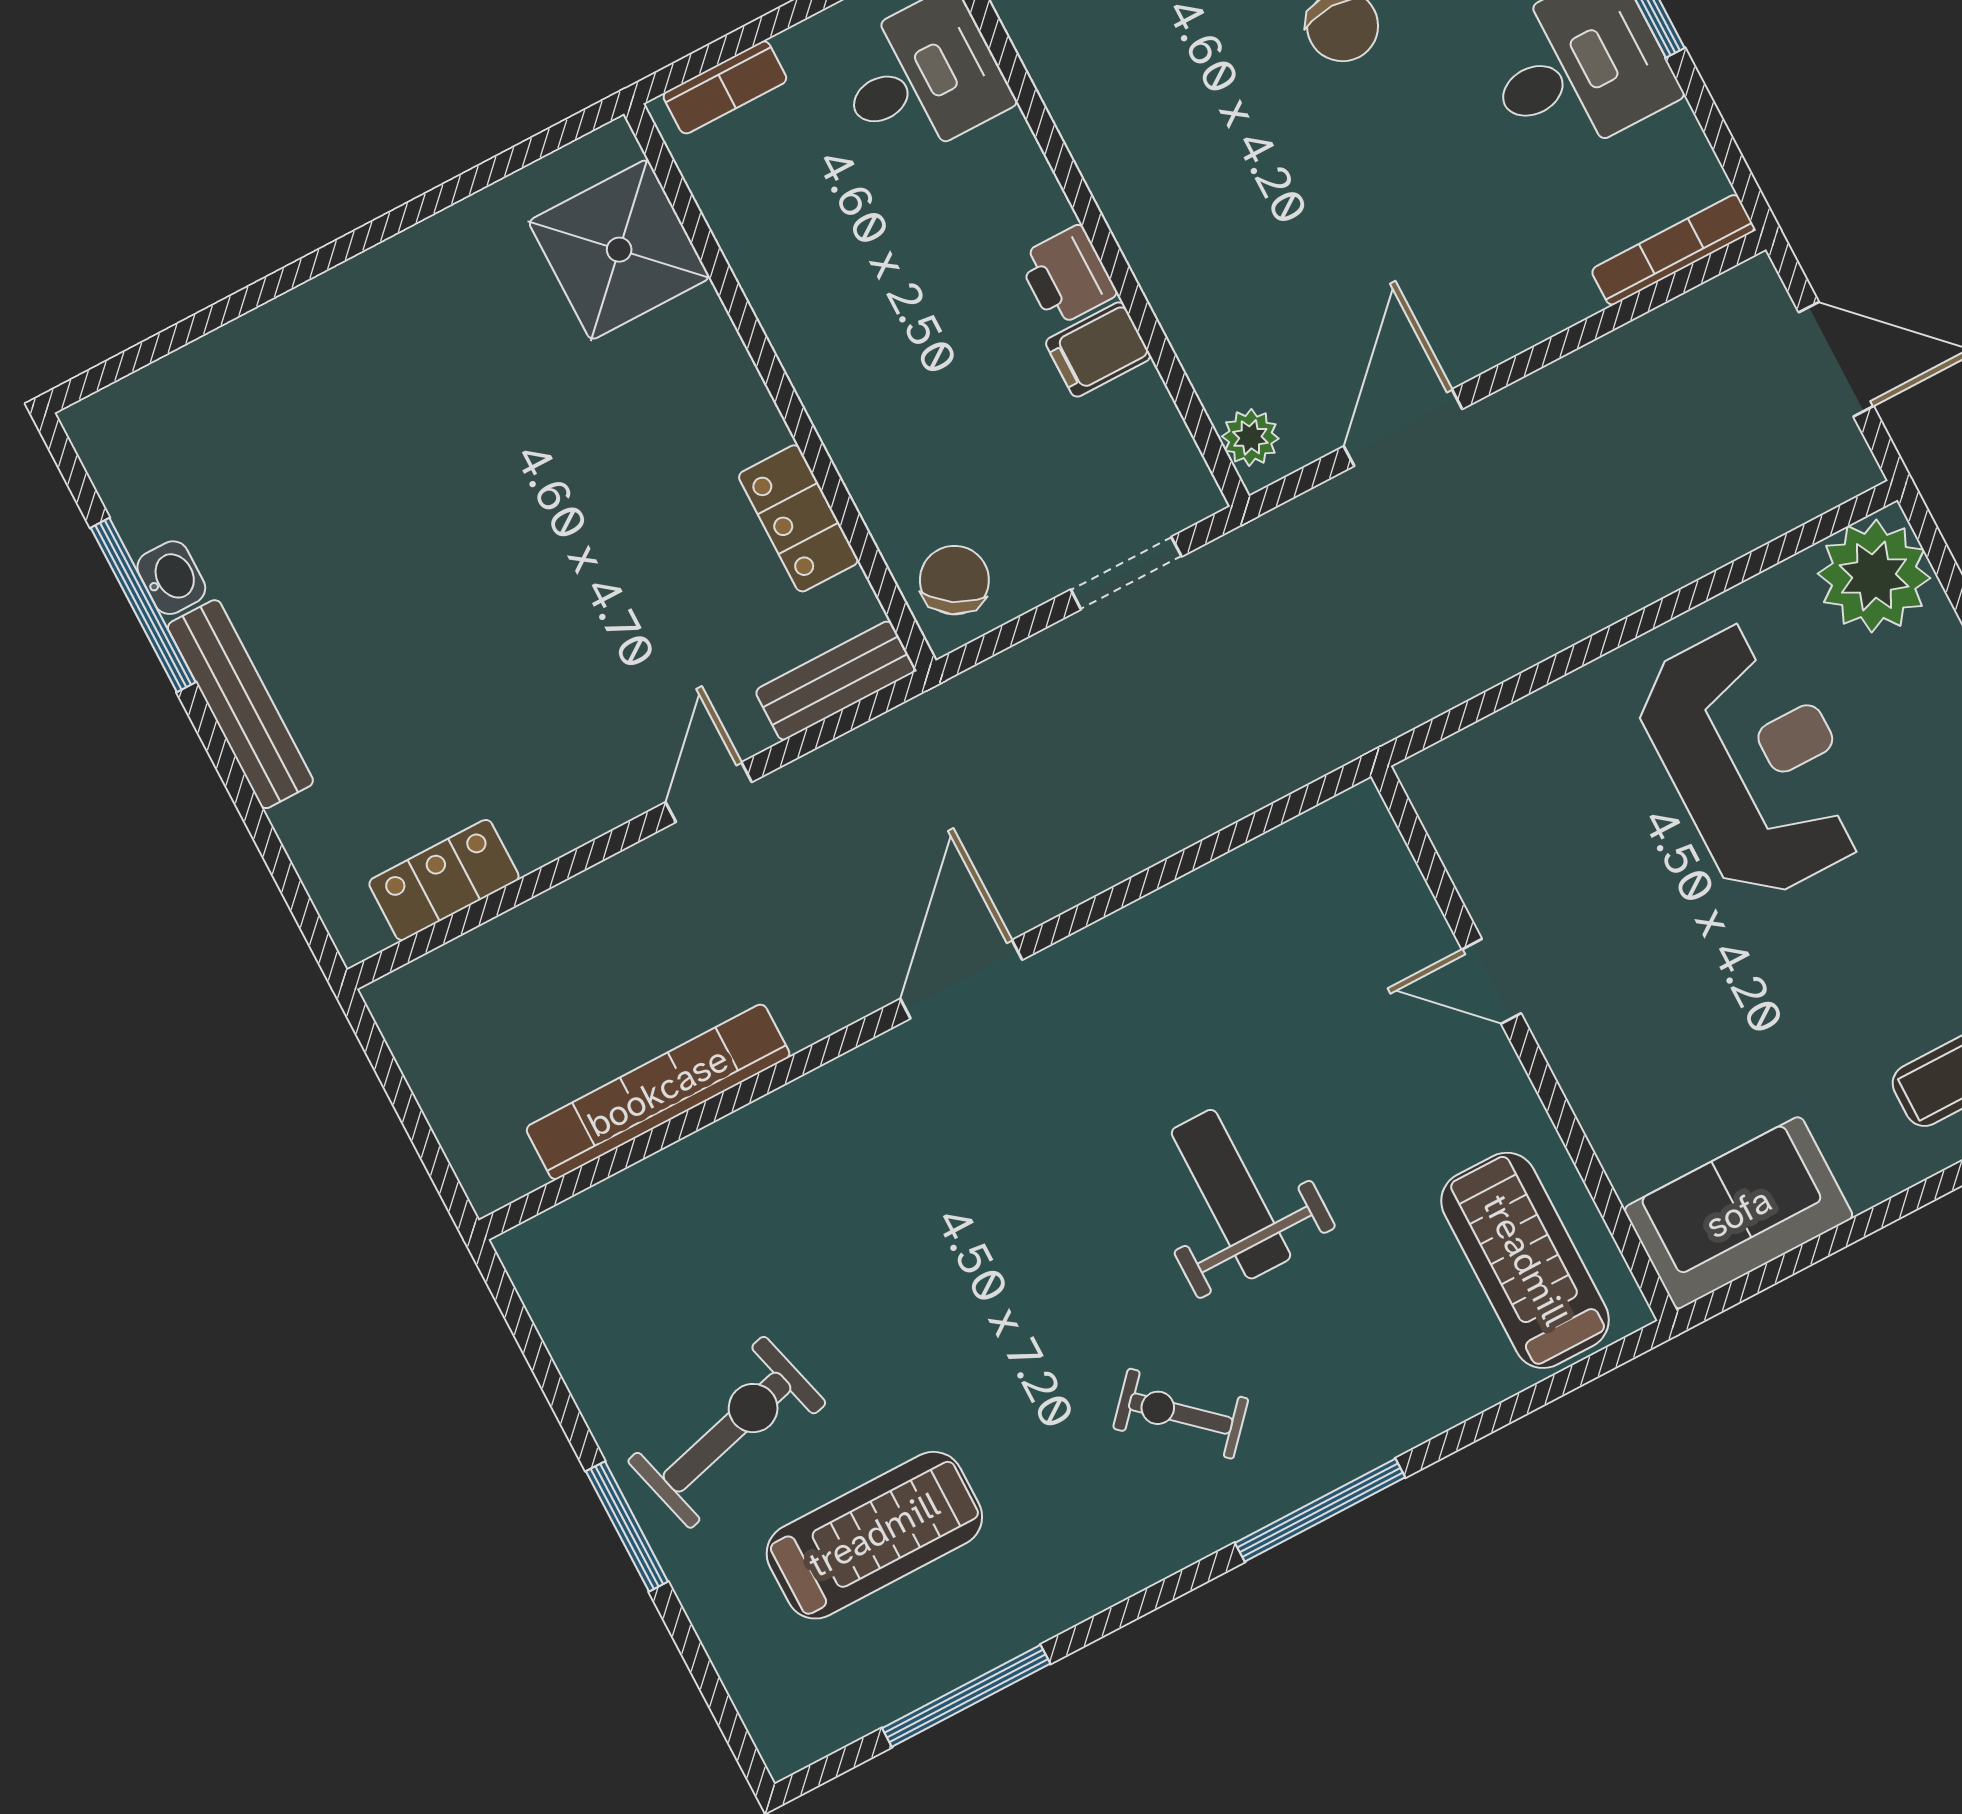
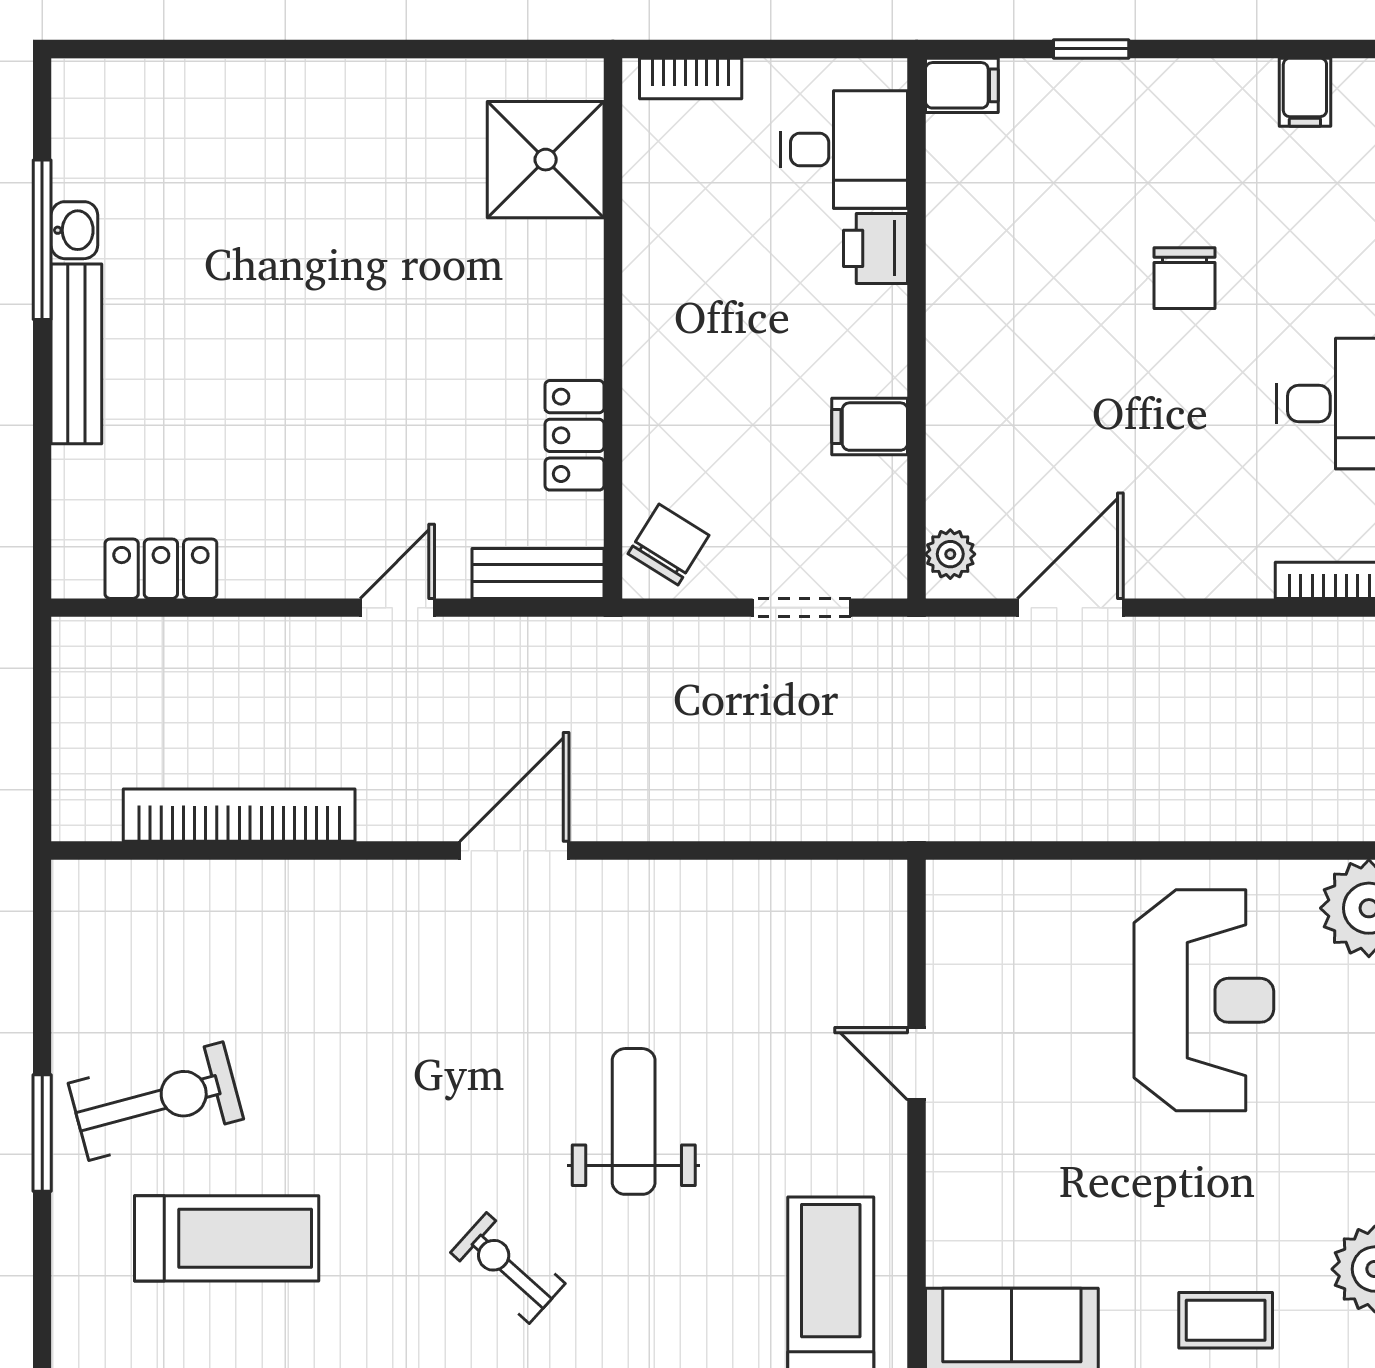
printer: (1067, 276) -> (875, 248), moved

